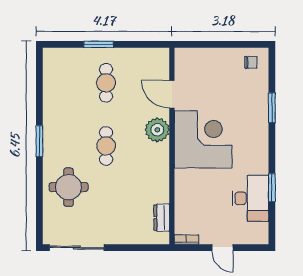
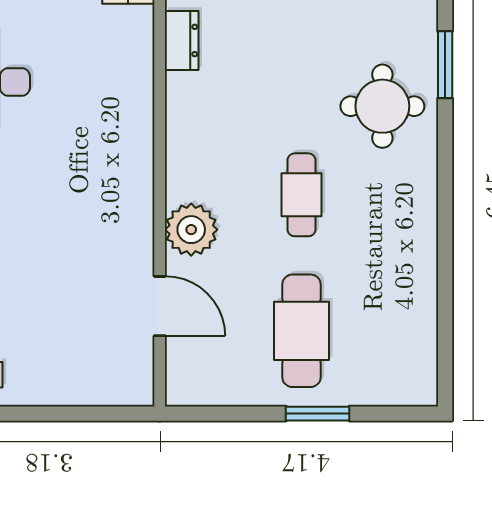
cafe table: (106, 83) -> (302, 331), width x1.37, depth x1.35
corner desk: (203, 139) -> (93, 209), removed
window: (39, 141) -> (445, 65), moved

